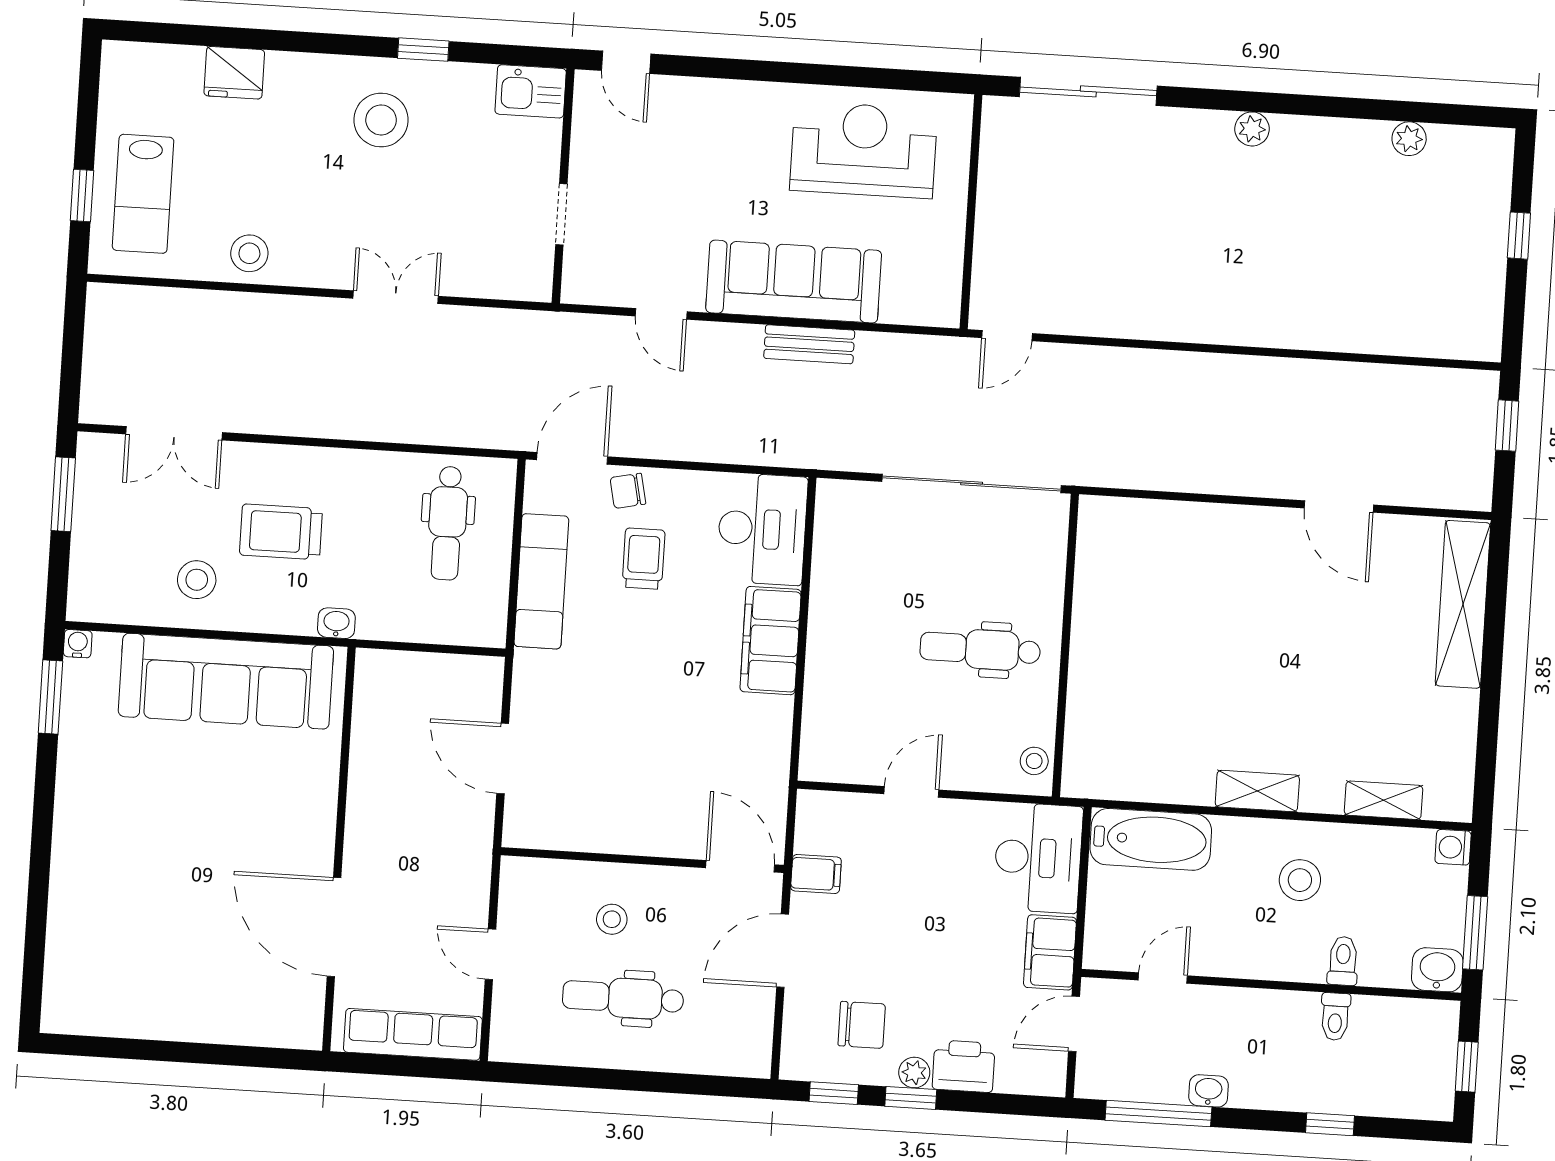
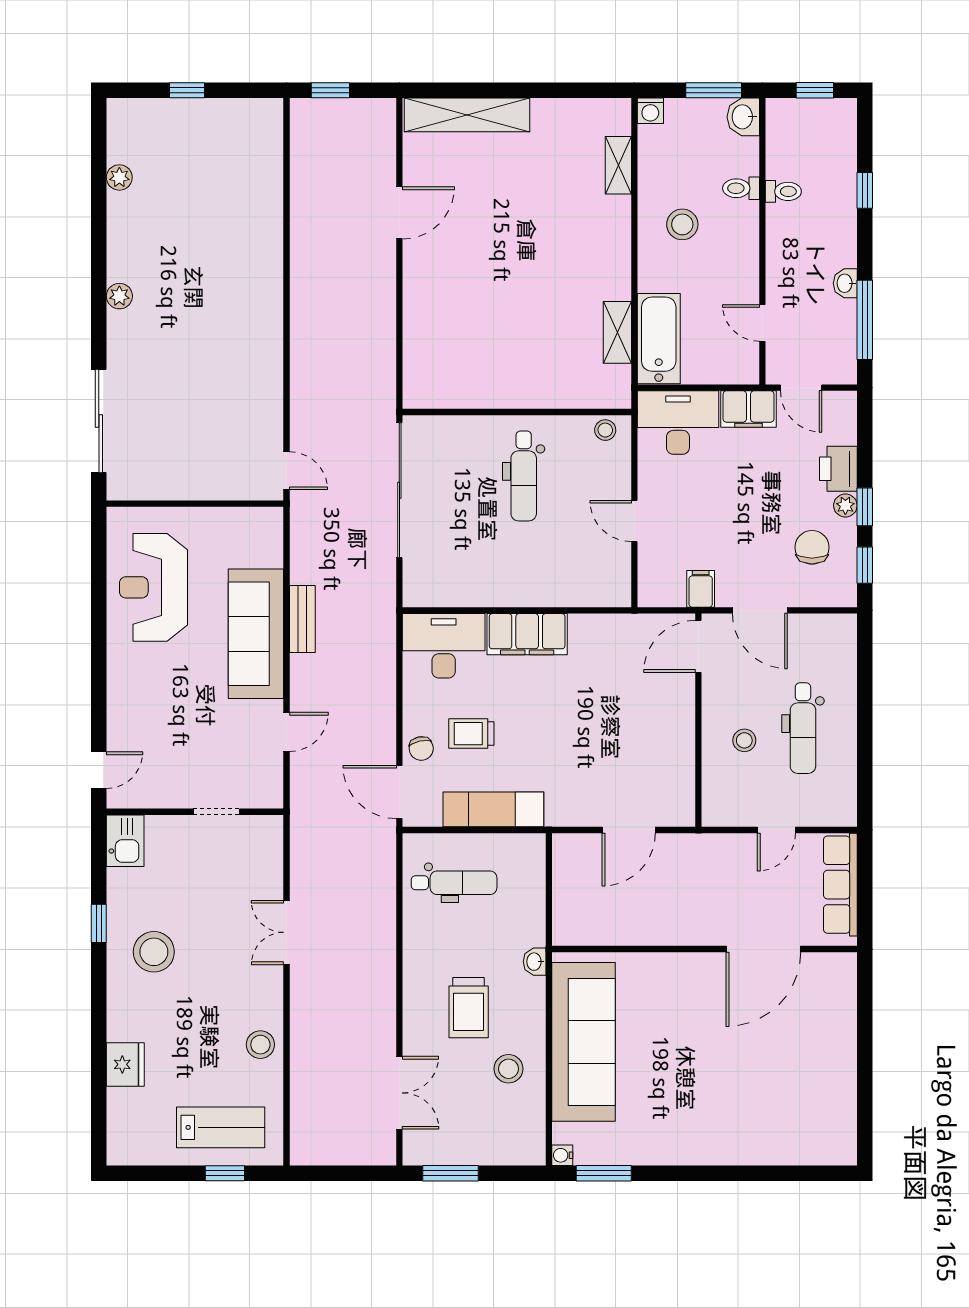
shelving: (1257, 791) -> (617, 332), moved

